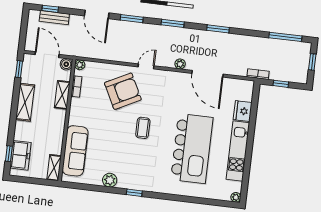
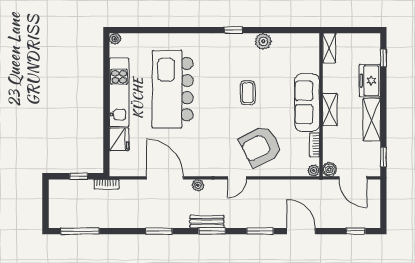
bench: (54, 18) -> (207, 222), moved
window: (312, 62) -> (45, 206), removed
shelving: (62, 95) -> (330, 109), moved
coffee table: (143, 128) -> (248, 93), moved
sofa: (75, 151) -> (307, 103), moved
freezer: (20, 155) -> (370, 81), moved

